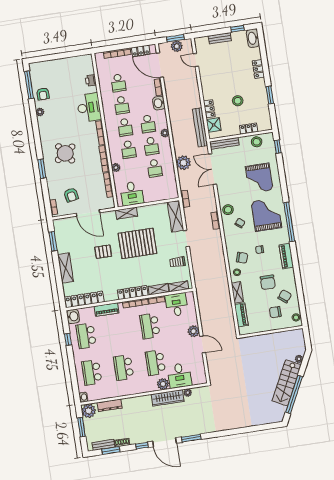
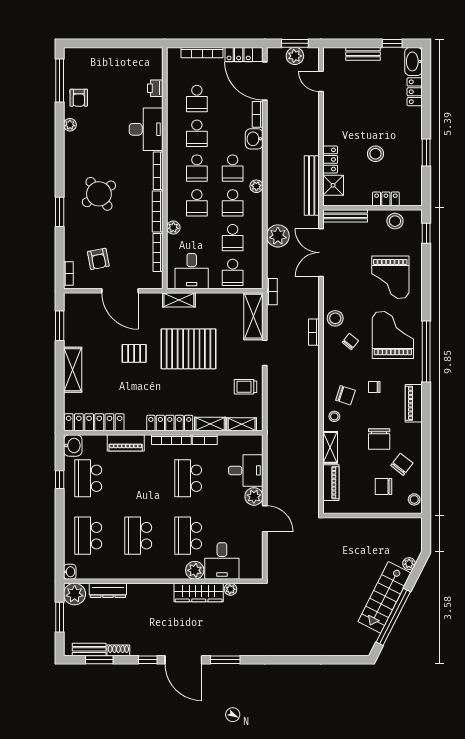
locker: (258, 69) -> (415, 92), moved
school desk: (158, 190) -> (233, 272), added
desk: (177, 305) -> (246, 470), moved, turned 90

